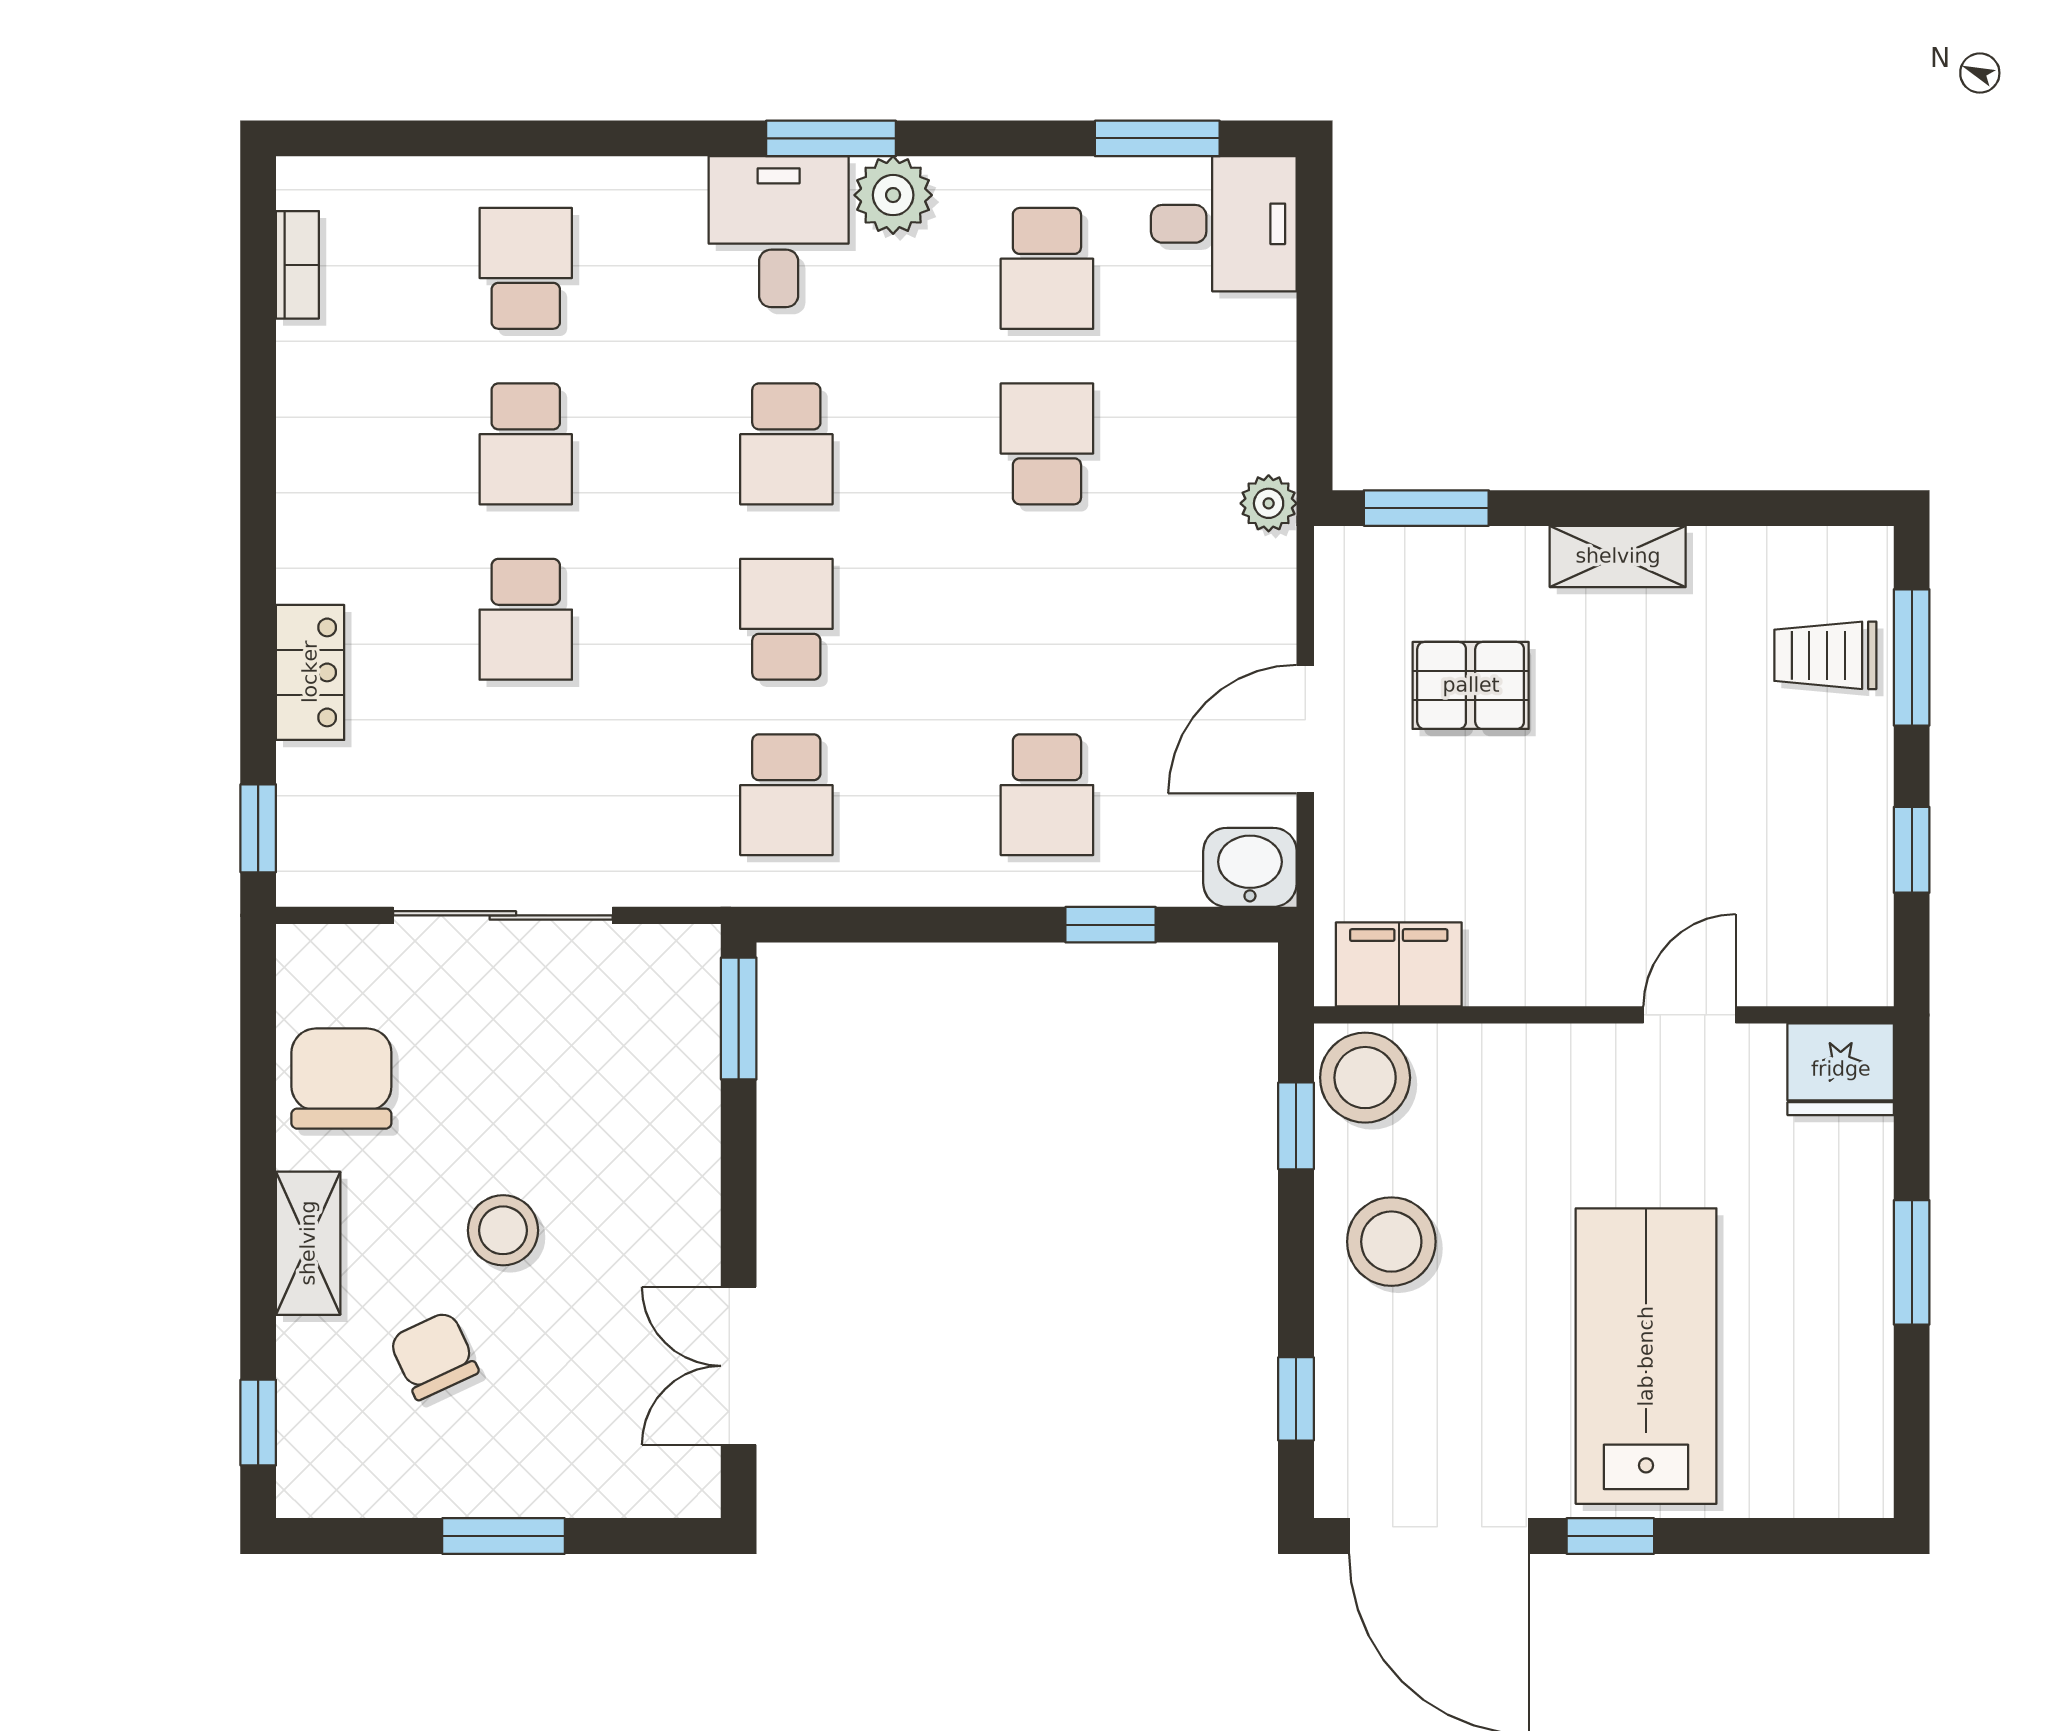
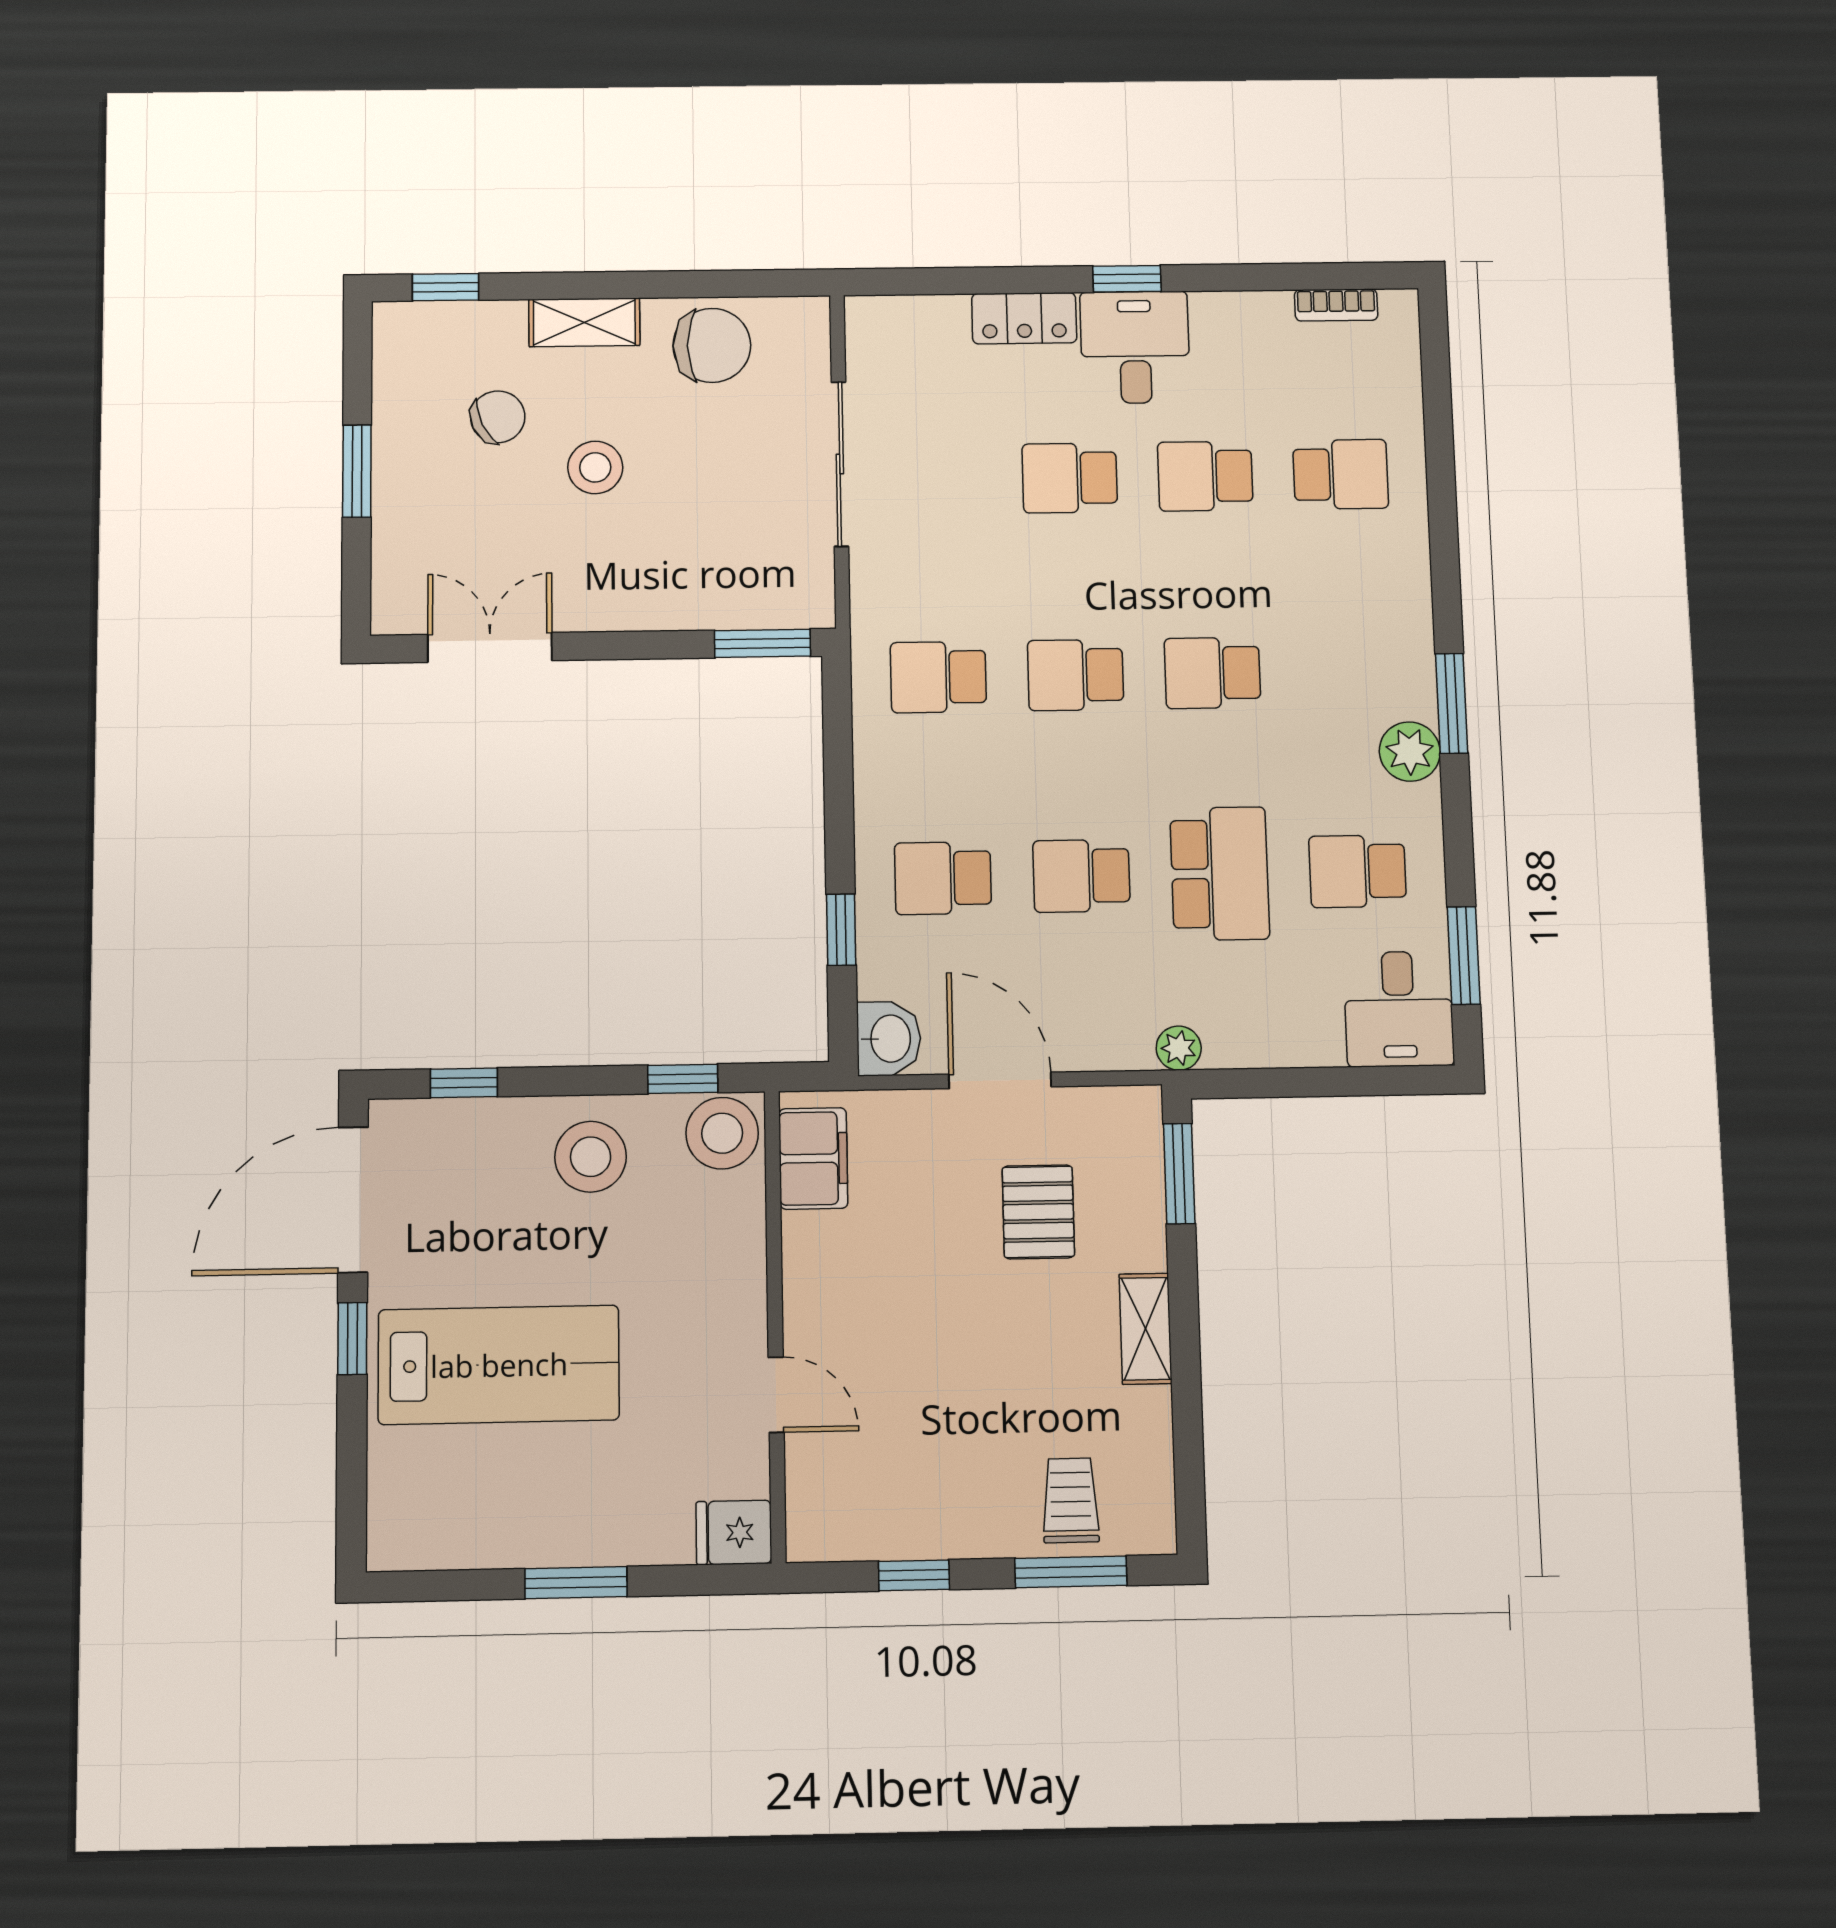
desk: (779, 232) -> (1135, 347), moved, turned -90
school desk: (1047, 444) -> (1220, 874), width x1.85
school desk: (786, 619) -> (1076, 675), turned 180
school desk: (1047, 619) -> (1081, 876), added
window: (258, 828) -> (1127, 279), moved
fridge: (1841, 1069) -> (734, 1532), width x0.72

